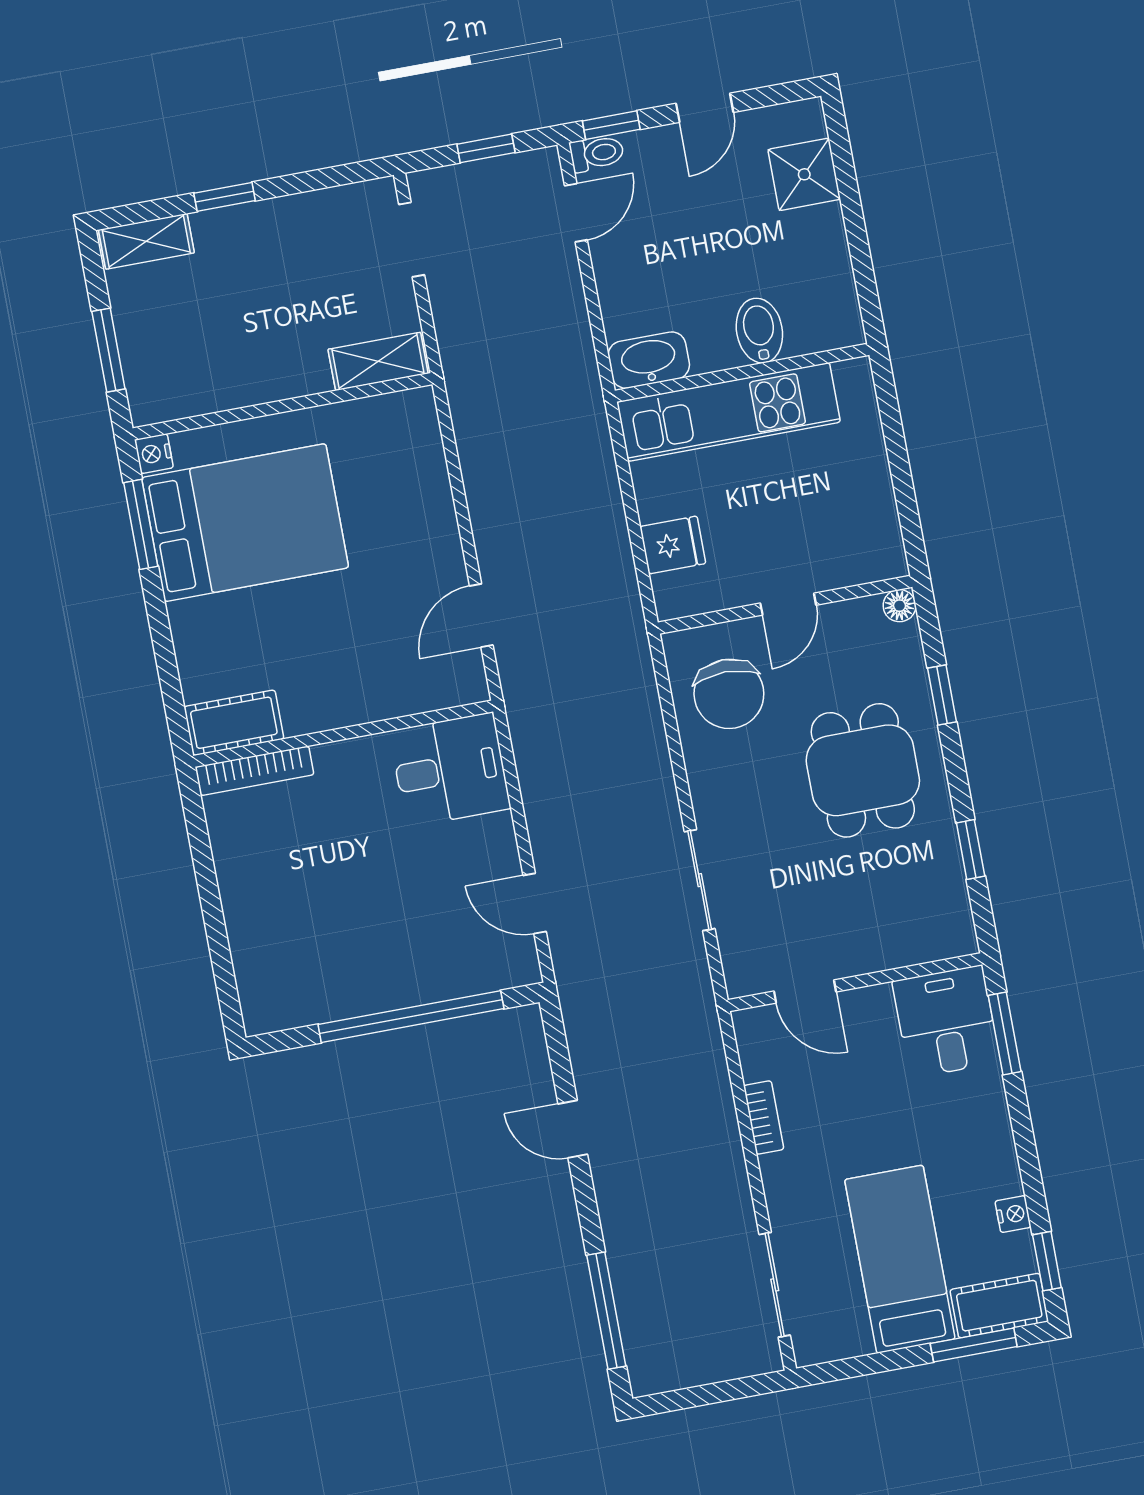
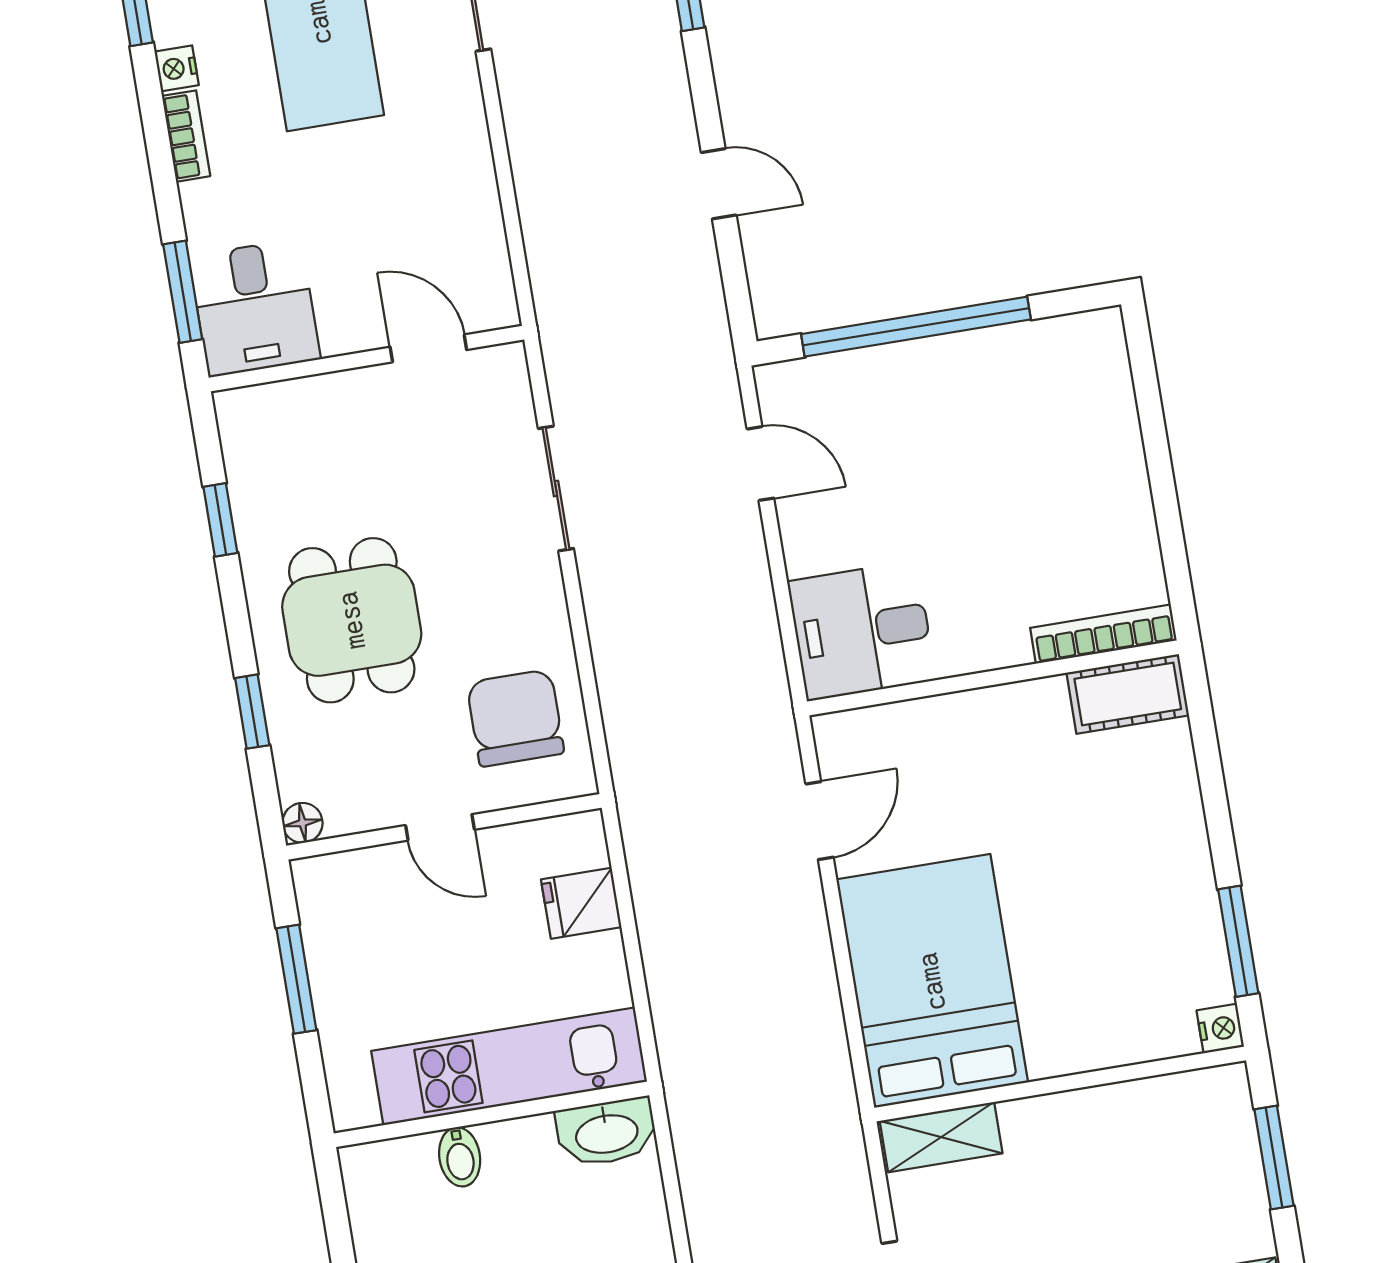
bidet: (759, 331) -> (460, 1157), width x0.72, depth x0.74
window: (902, 479) -> (296, 979), added
bed: (245, 523) -> (932, 981), moved, turned 90
door: (788, 604) -> (440, 827), swing flipped
bookcase: (764, 1117) -> (186, 136), moved, turned 180

